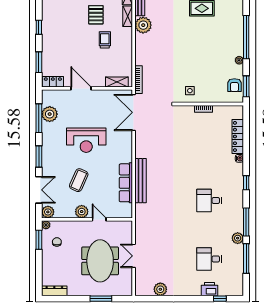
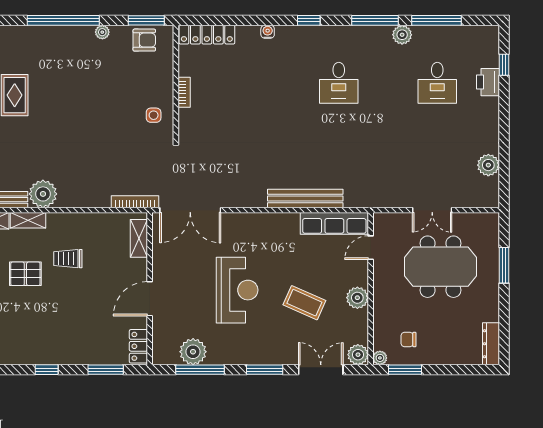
locker: (238, 136) -> (207, 35), moved
row of seats: (126, 183) -> (334, 223), moved
door: (99, 219) -> (371, 248), moved

